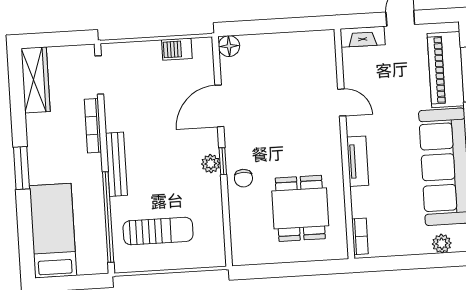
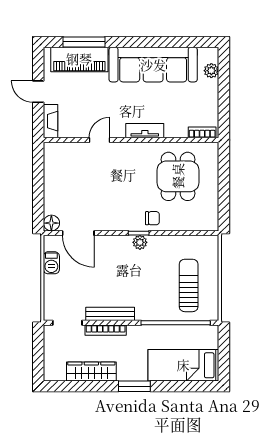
wardrobe: (35, 80) -> (91, 372), moved
door: (219, 106) -> (78, 233), moved
bench: (116, 164) -> (110, 314), moved
dining table: (300, 208) -> (178, 176), turned 90

